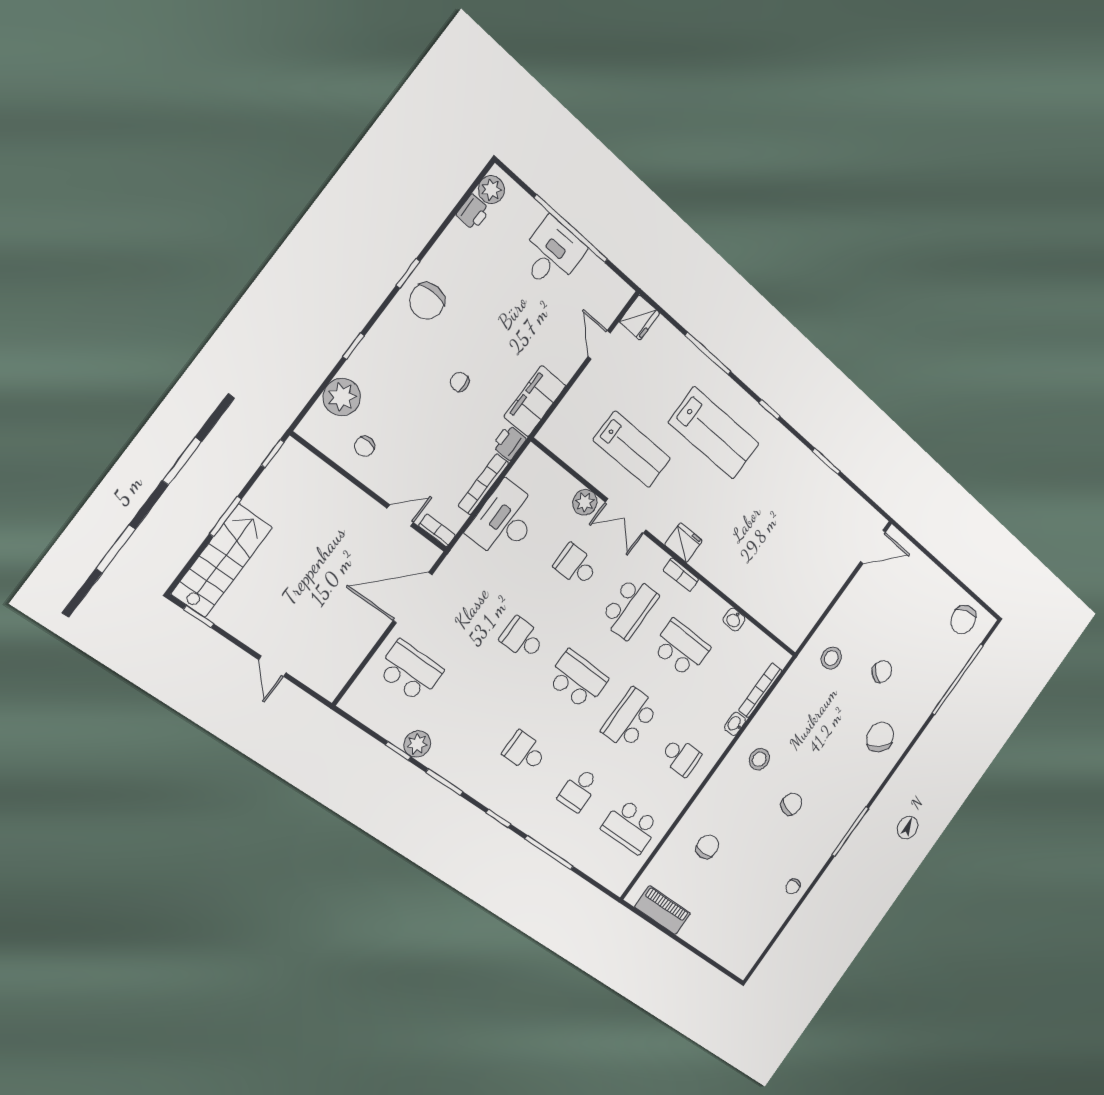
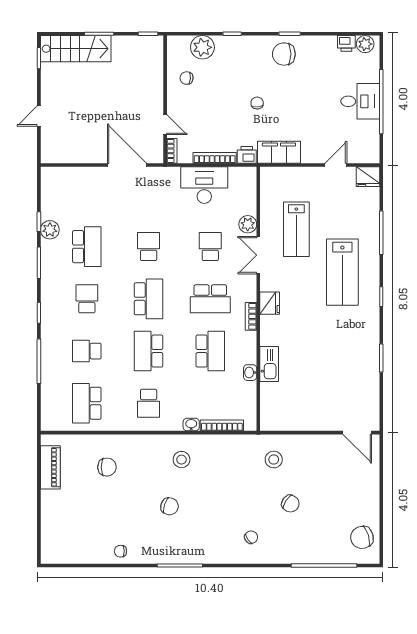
kitchen sink: (741, 591) -> (269, 364), added
school desk: (410, 671) -> (87, 247), moved
school desk: (630, 719) -> (149, 351), turned -90
chair: (880, 737) -> (251, 537), width x0.54, depth x0.54

